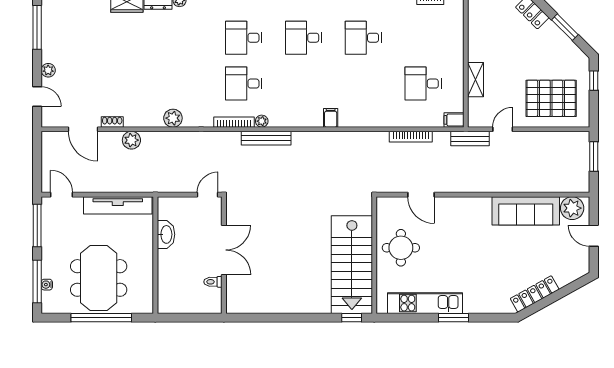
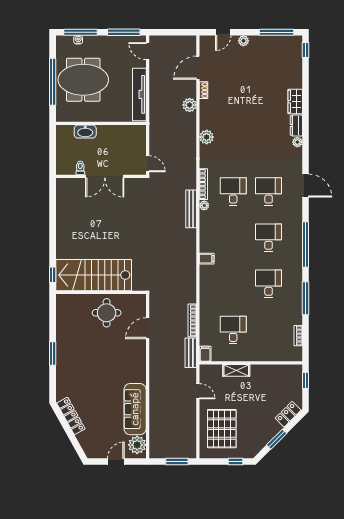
bench: (470, 139) -> (191, 353), moved
door: (62, 195) -> (148, 51), swing flipped
washbasin: (166, 234) -> (85, 132), moved
kitchen unit: (425, 303) -> (64, 331), removed

